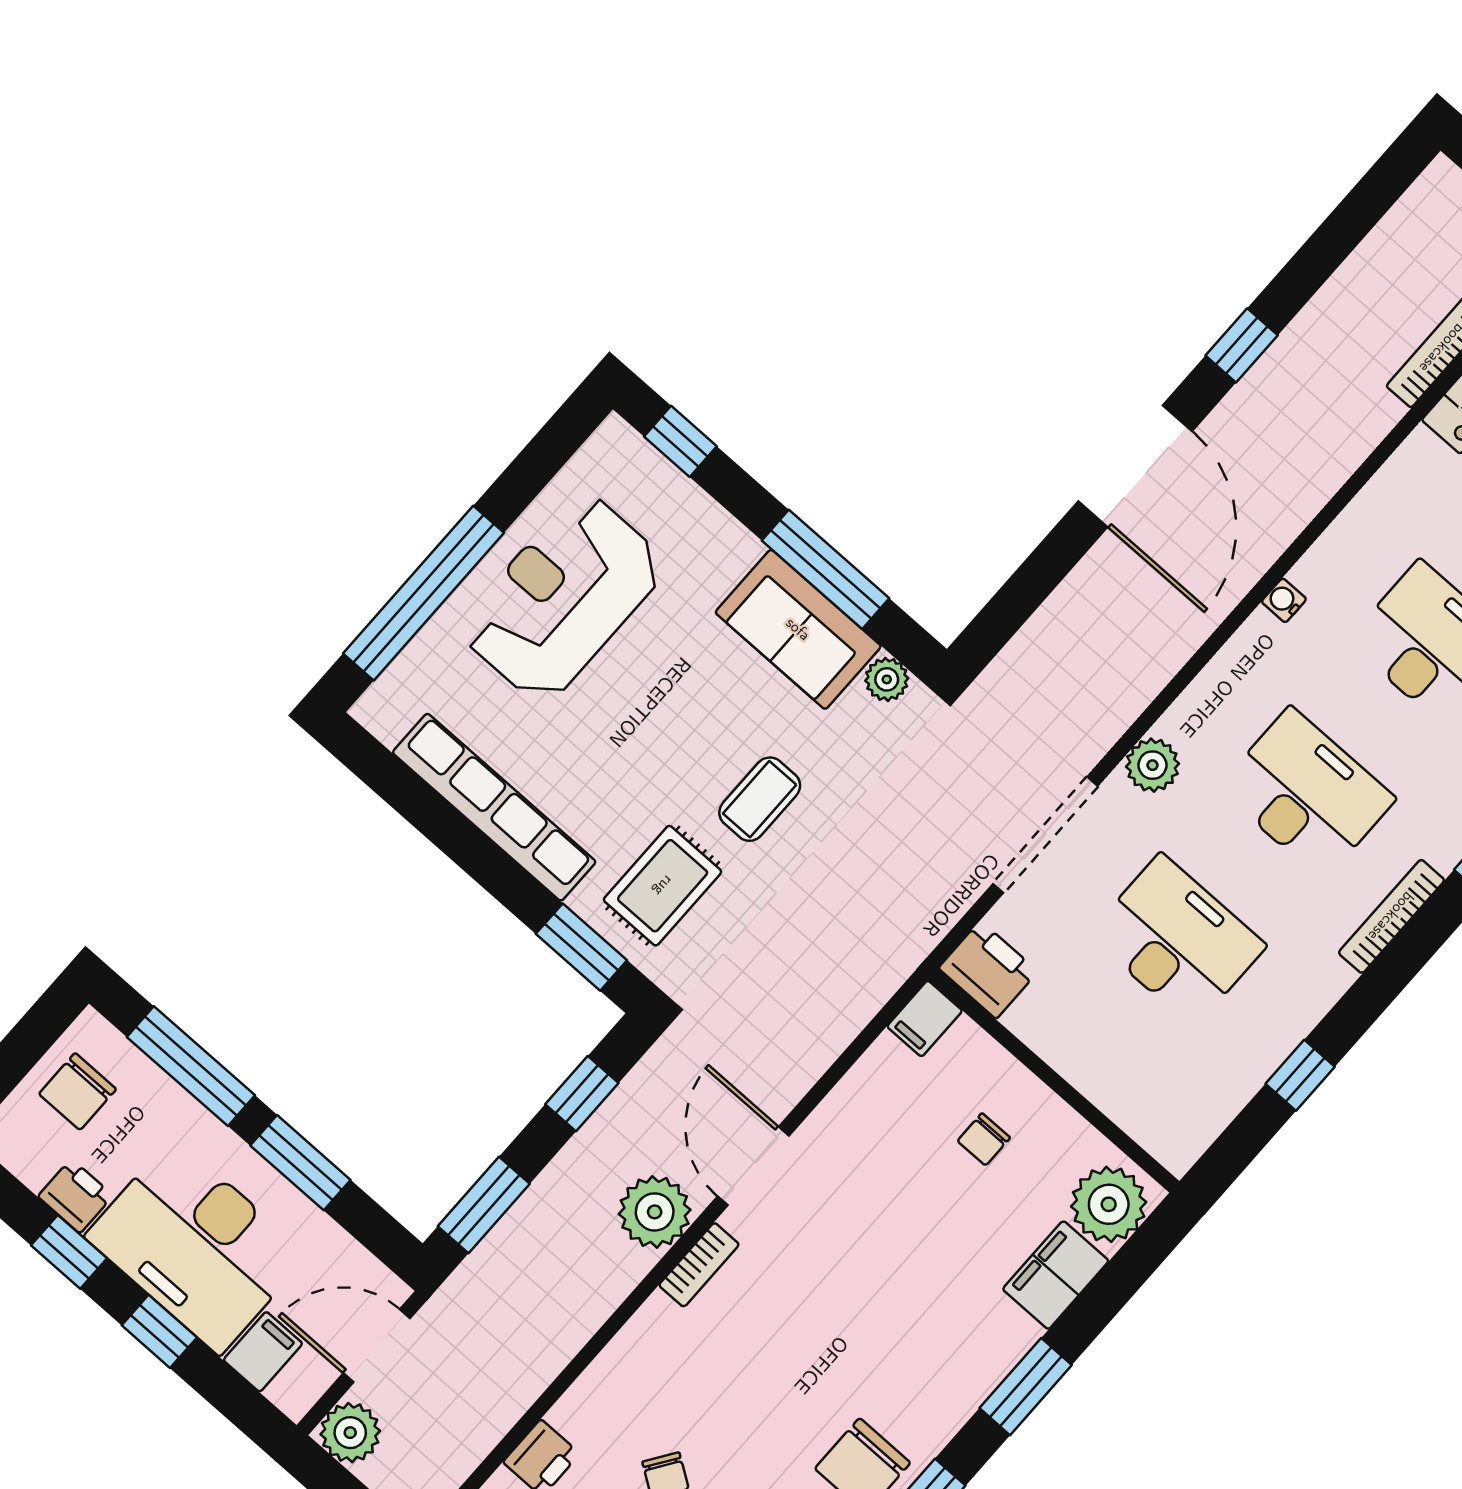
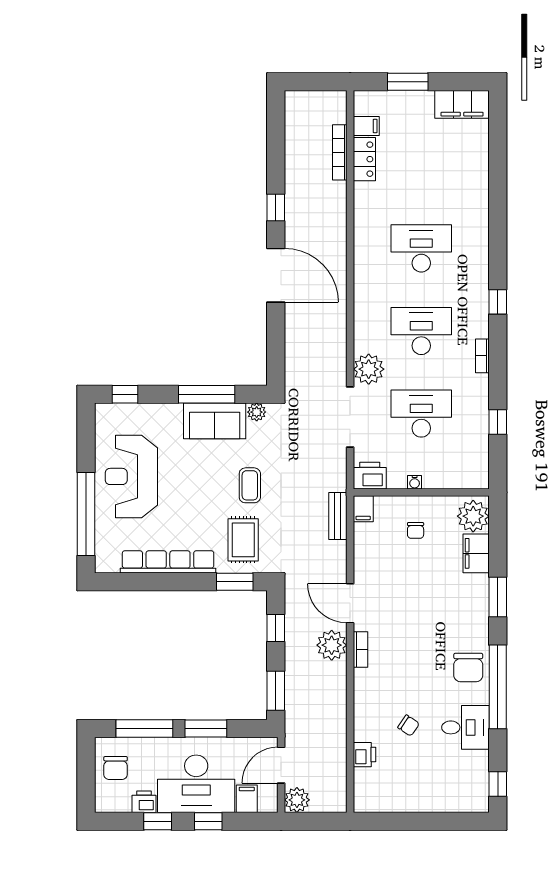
water cooler: (1284, 600) -> (415, 482), moved, turned -90
plant: (1152, 765) -> (369, 369), width x1.36, depth x1.36
bookcase: (1391, 916) -> (482, 356), width x0.64
bench: (868, 992) -> (338, 516), added

